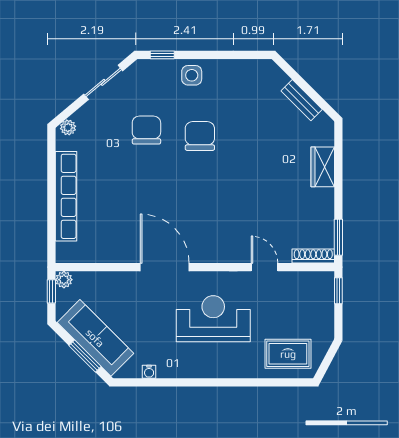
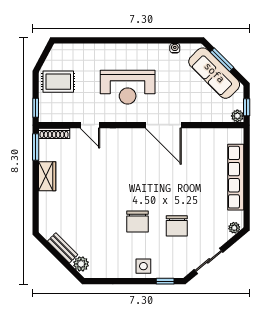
plant: (276, 78) -> (81, 264), added
wardrobe: (323, 167) -> (47, 176), moved
rug: (288, 354) -> (58, 82), moved

